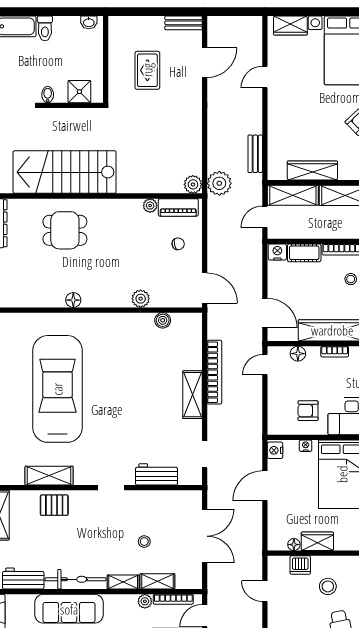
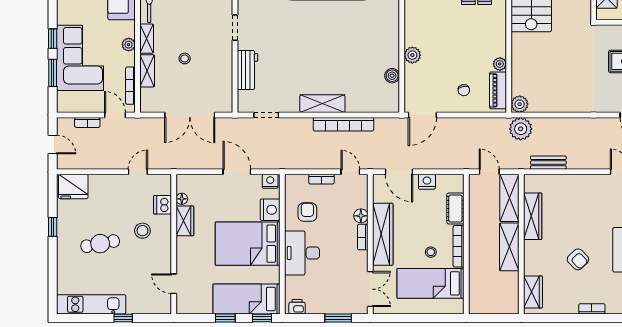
nightstand: (277, 252) -> (427, 182), moved, turned -90
door: (265, 313) -> (399, 172), hinge flipped
floor lamp: (298, 354) -> (361, 216), moved
bookcase: (273, 396) -> (321, 179), added
nightstand: (306, 446) -> (270, 210), width x1.89, depth x1.79
plant: (145, 601) -> (129, 45), moved

